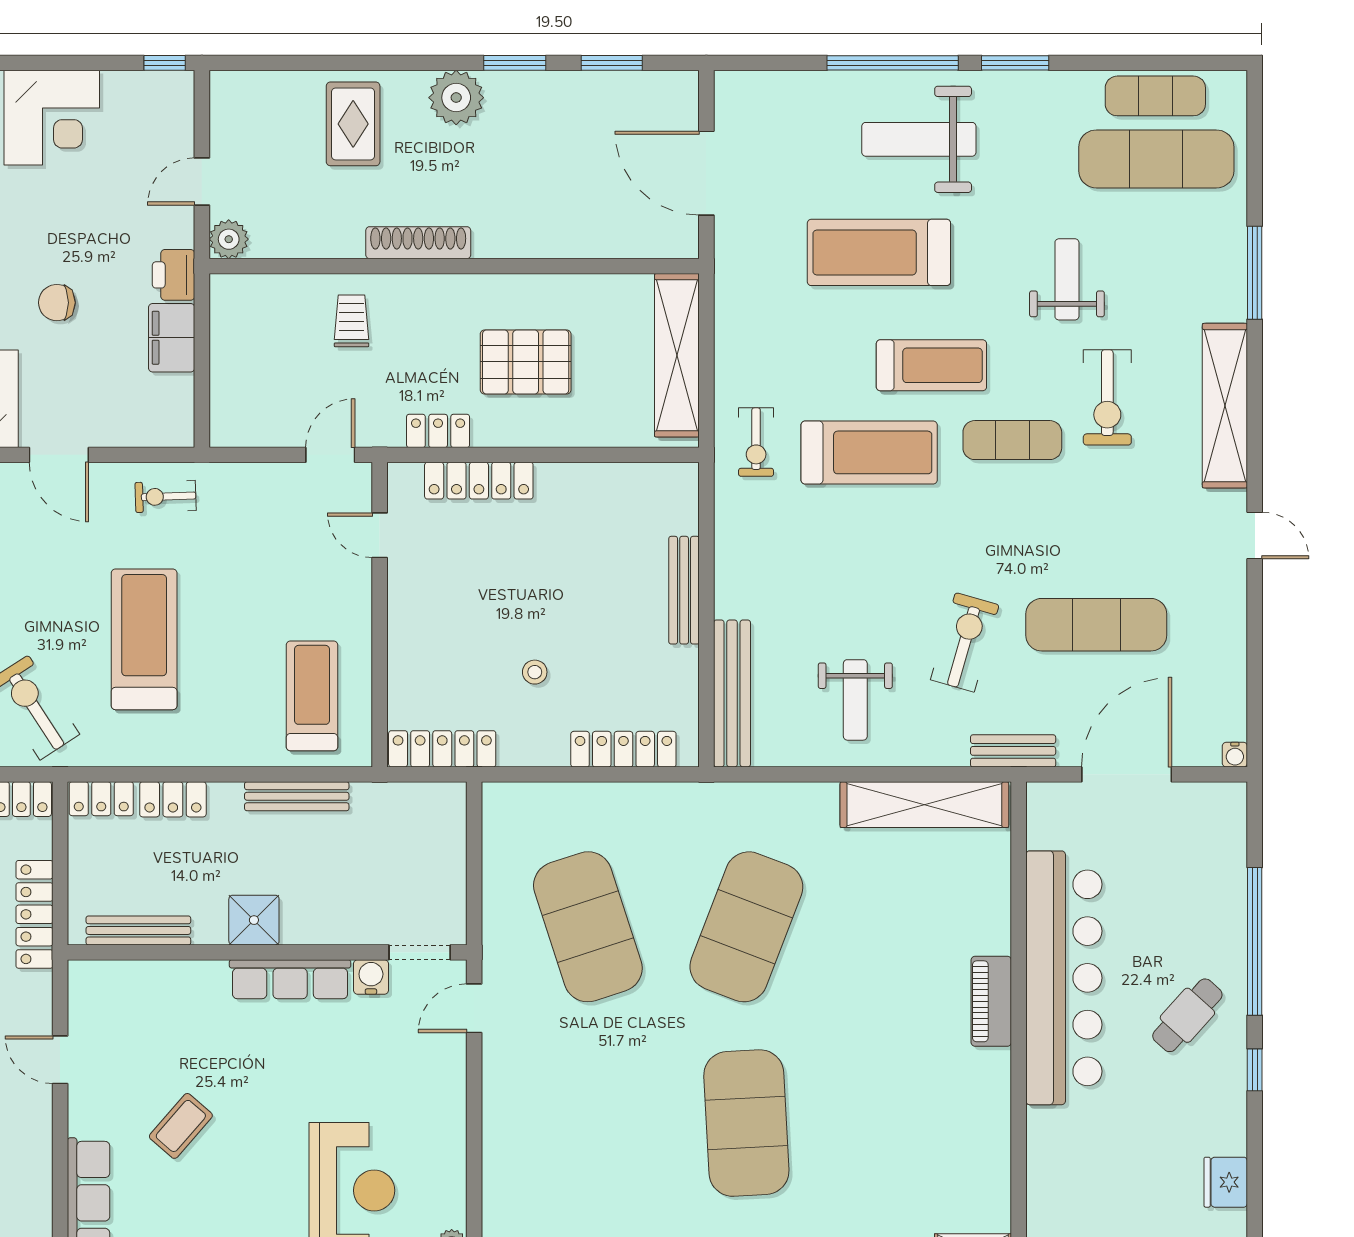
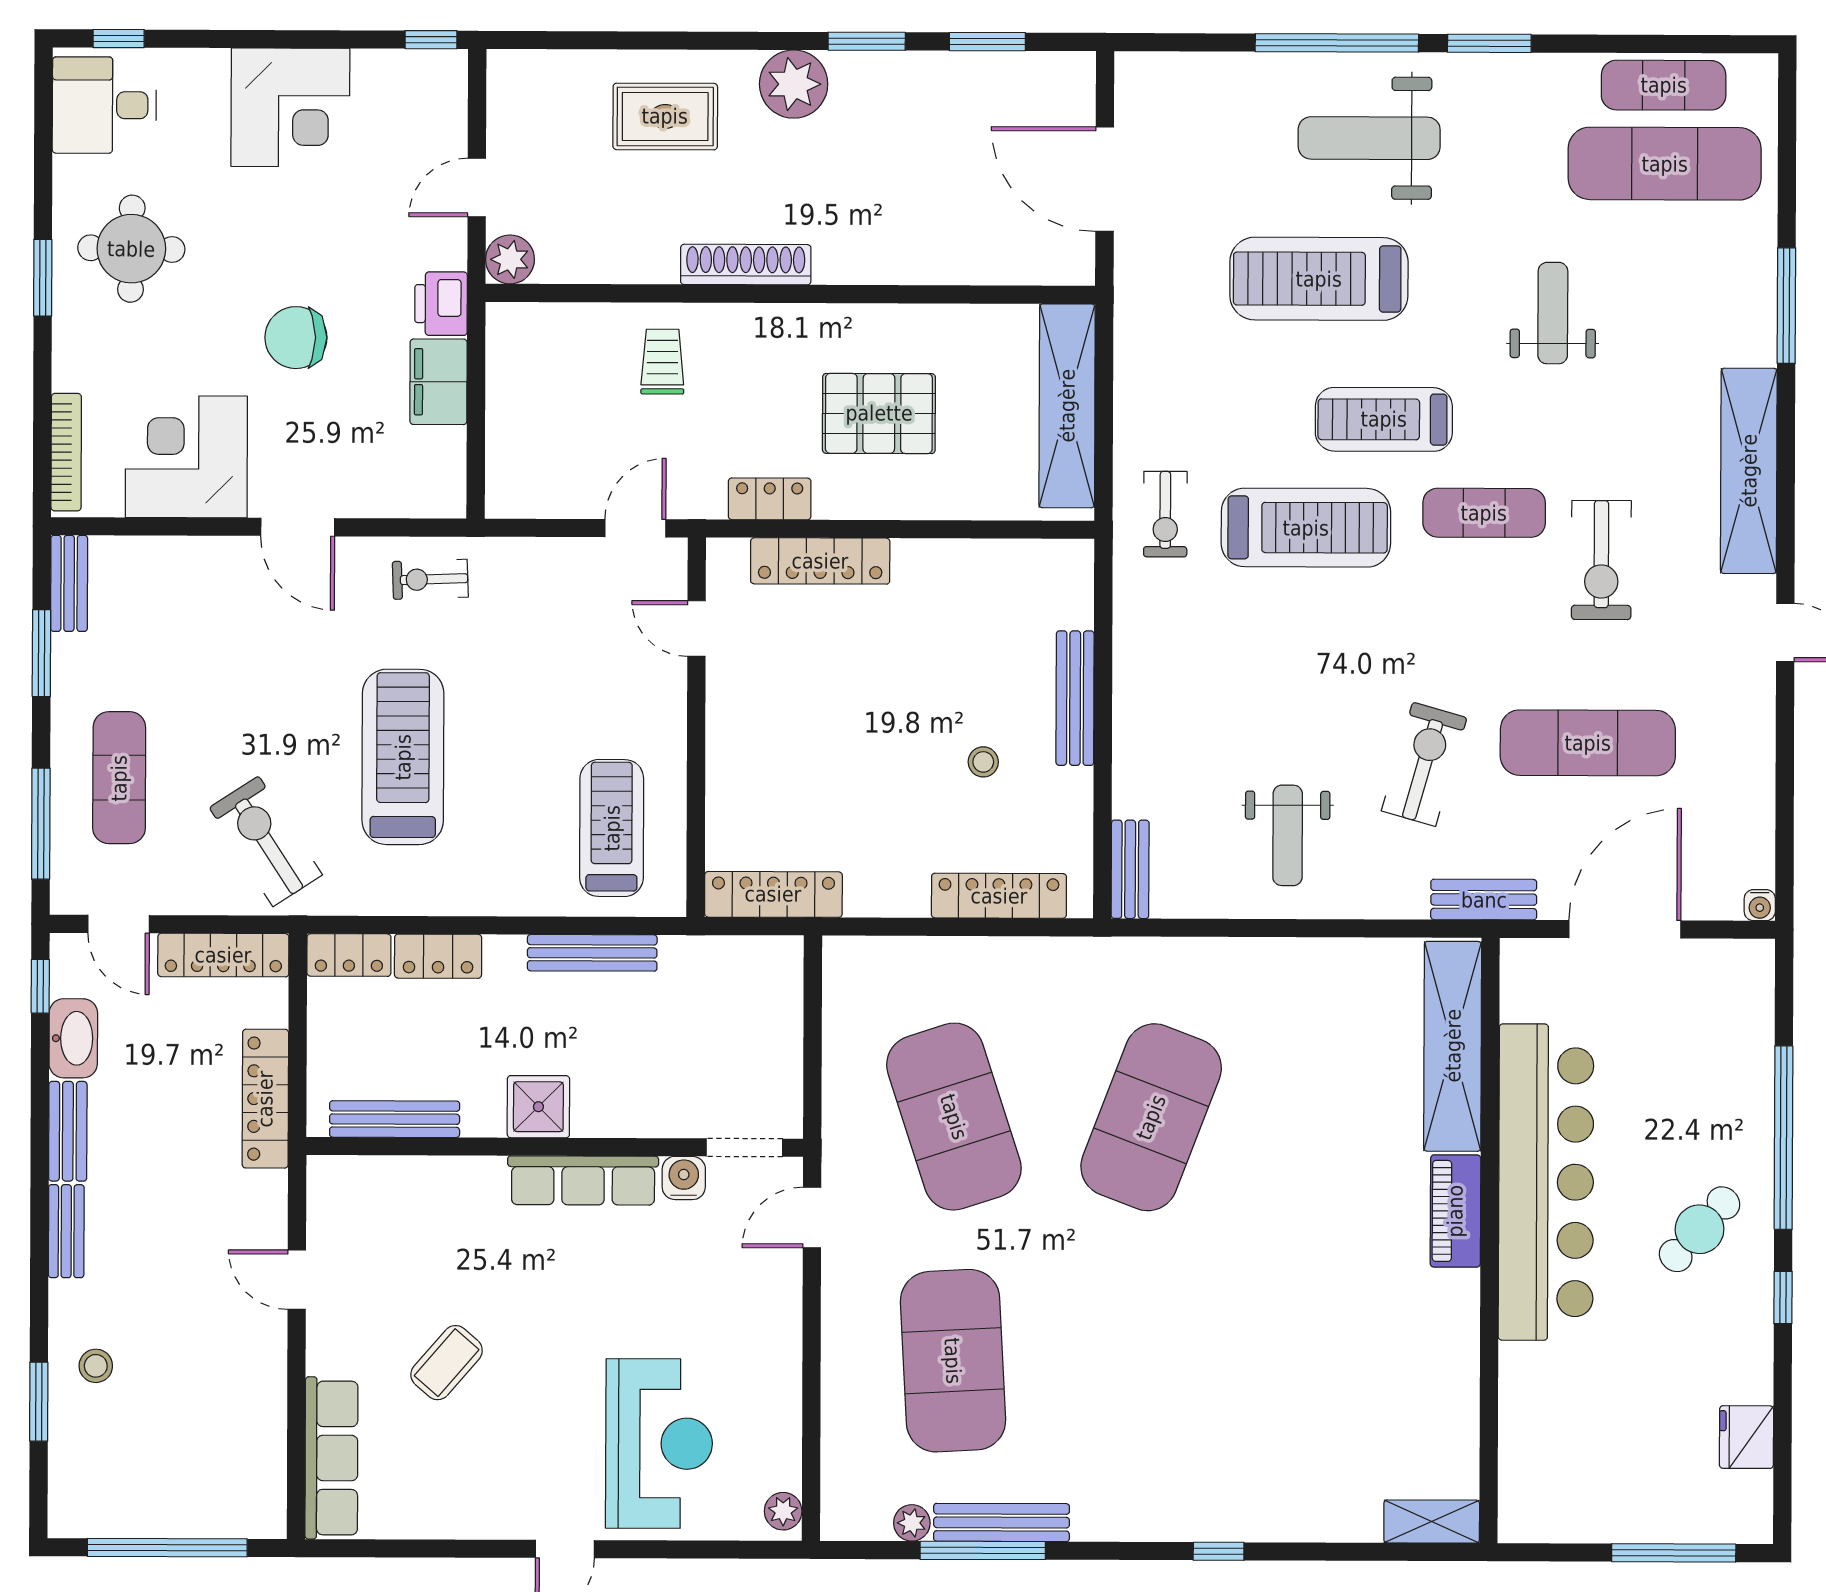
rug: (353, 124) -> (665, 116), turned 90
chair: (57, 303) -> (296, 338), width x1.37, depth x1.37
treadmill: (931, 365) -> (1384, 419), turned 180
exercise bike: (1107, 397) -> (1601, 560), moved
stool: (535, 672) -> (983, 762), moved
bench: (732, 693) -> (1130, 869), width x0.54, depth x0.82
shelving: (924, 805) -> (1453, 1046), moved, turned 90
exercise mat: (746, 1123) -> (953, 1361), moved

